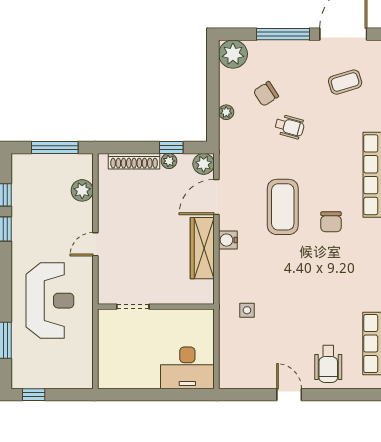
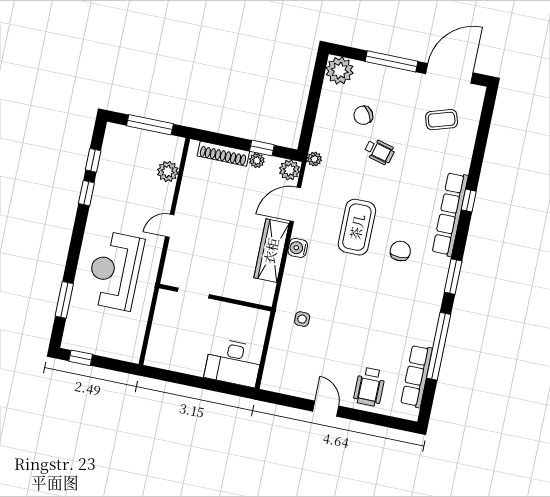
plant: (226, 112) -> (314, 159), moved
chair: (331, 222) -> (400, 251), turned 180
reception desk: (50, 301) -> (115, 271), turned 180

